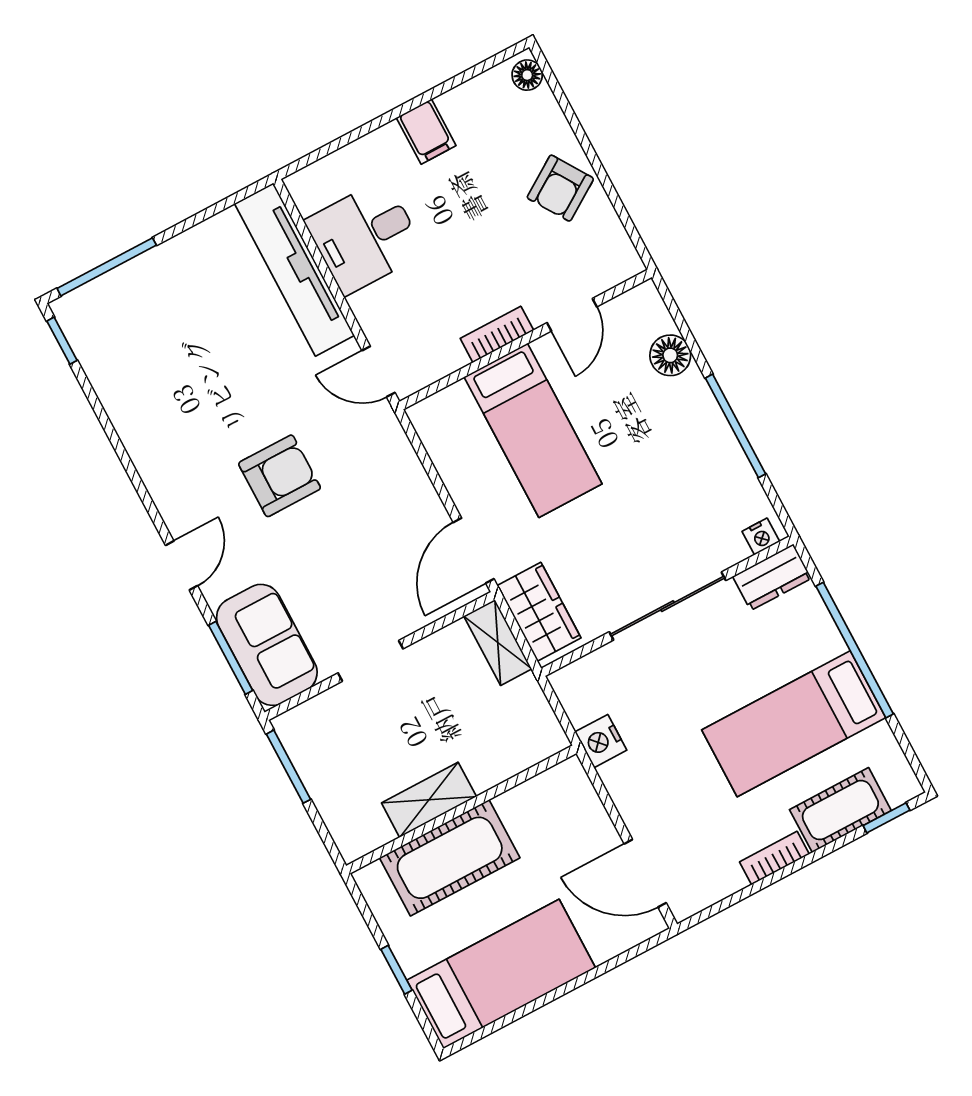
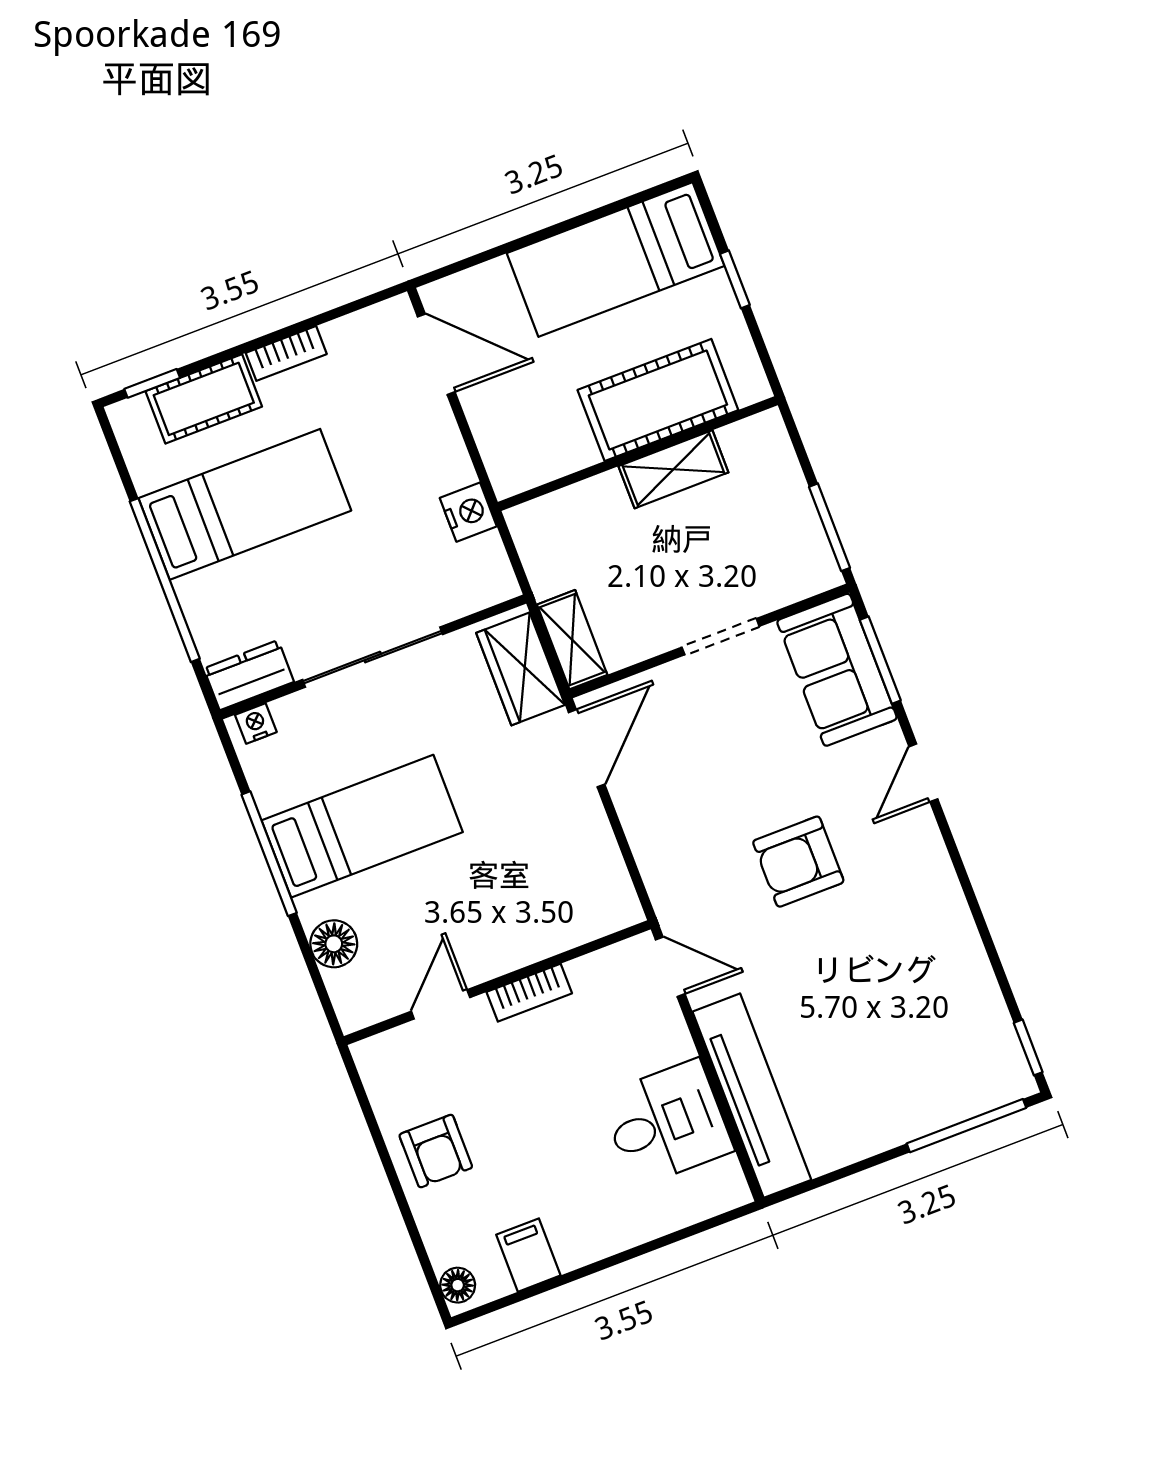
filing cabinet: (426, 132) -> (528, 1255), moved
armchair: (560, 188) -> (436, 1151), turned 123
bed: (533, 430) -> (362, 826), moved, turned 90

